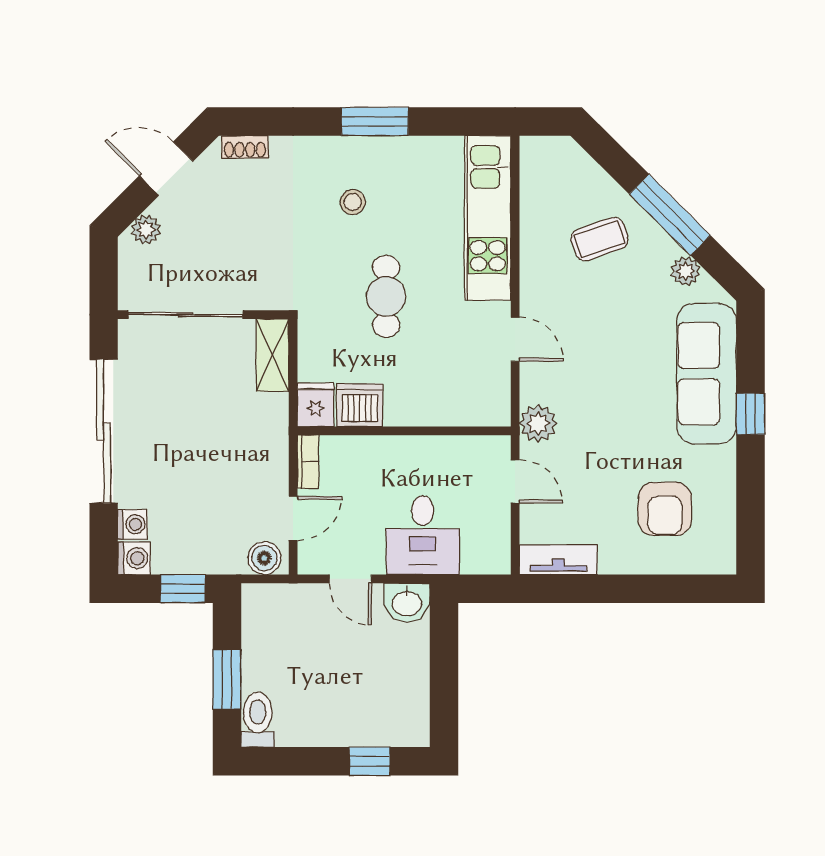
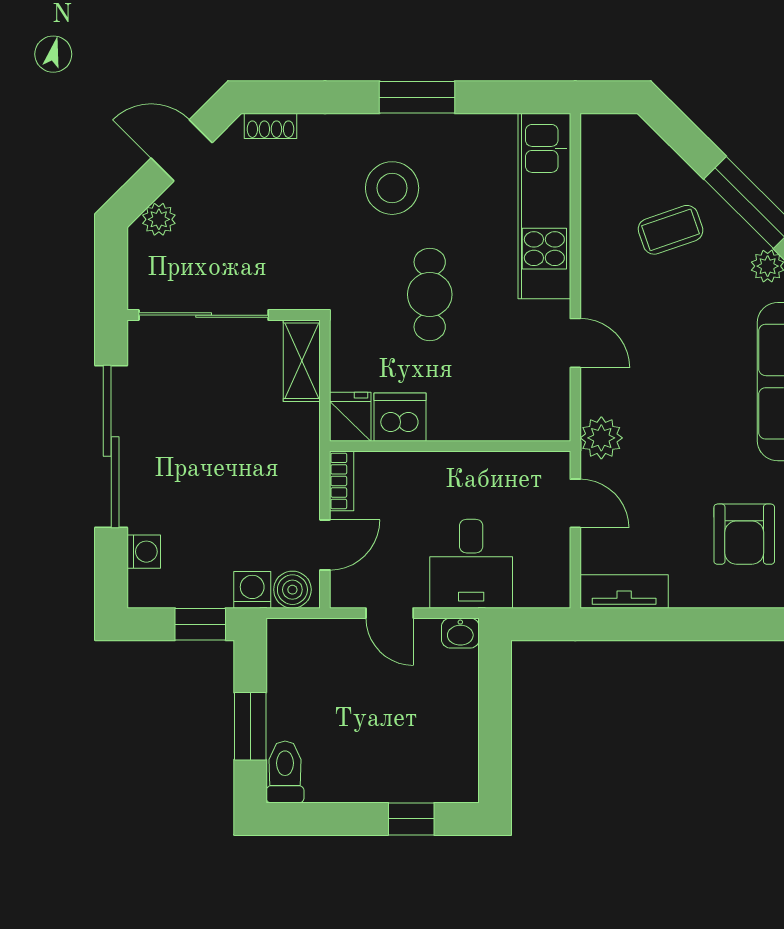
stool: (353, 202) -> (392, 188), width x1.89, depth x1.89
washing machine: (134, 558) -> (252, 590), moved, turned -90
washbasin: (407, 603) -> (460, 633), width x0.72, depth x0.69

